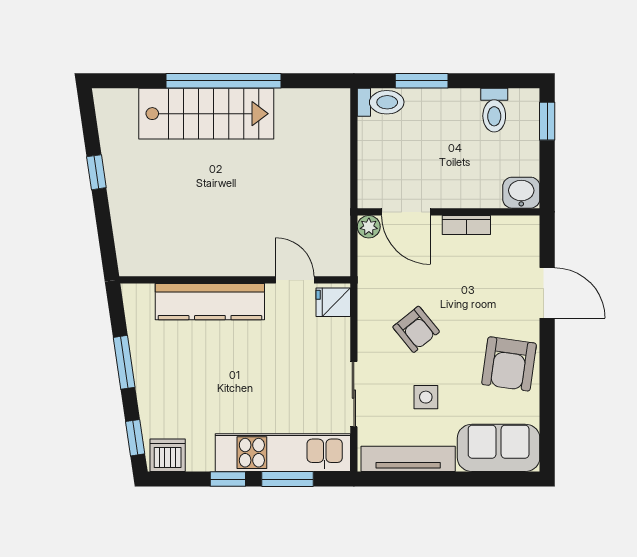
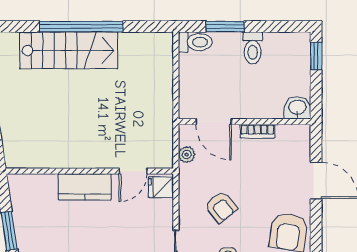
toilet: (494, 110) -> (253, 48), moved
plant: (369, 227) -> (187, 155), moved
door: (295, 280) -> (133, 171), swing flipped
kitchen counter: (210, 302) -> (85, 187), width x0.67

